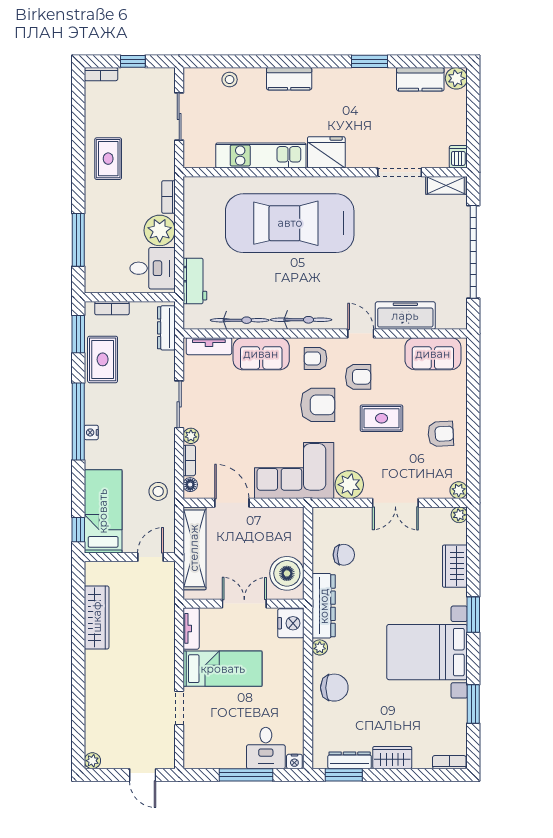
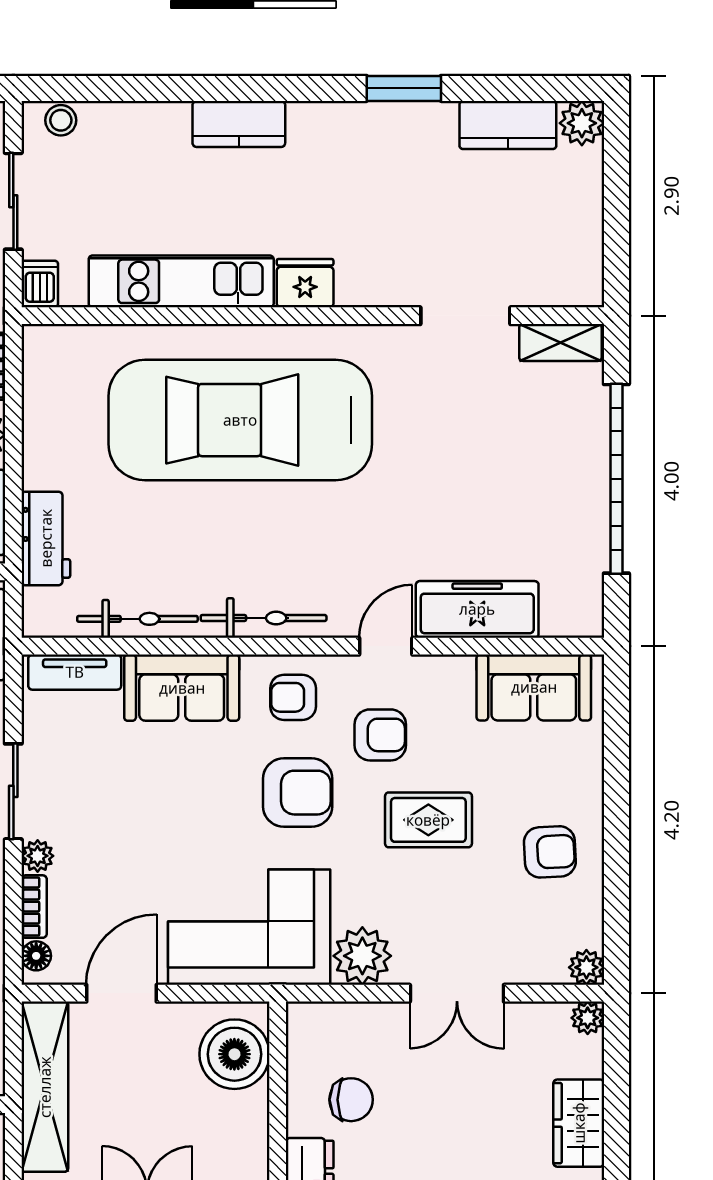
stool: (230, 80) -> (61, 120), moved
fridge: (326, 152) -> (305, 283), width x0.73, depth x0.75
dishwasher: (458, 157) -> (40, 284), moved
door: (361, 333) -> (386, 646), hinge flipped
door: (232, 503) -> (121, 993), hinge flipped
boiler: (287, 573) -> (234, 1054), moved

